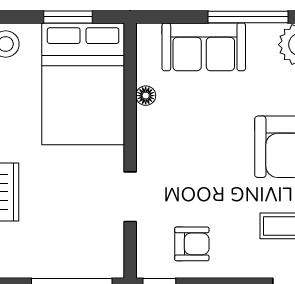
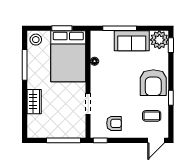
window: (248, 17) -> (120, 28), moved
sofa: (204, 47) -> (132, 41), moved

